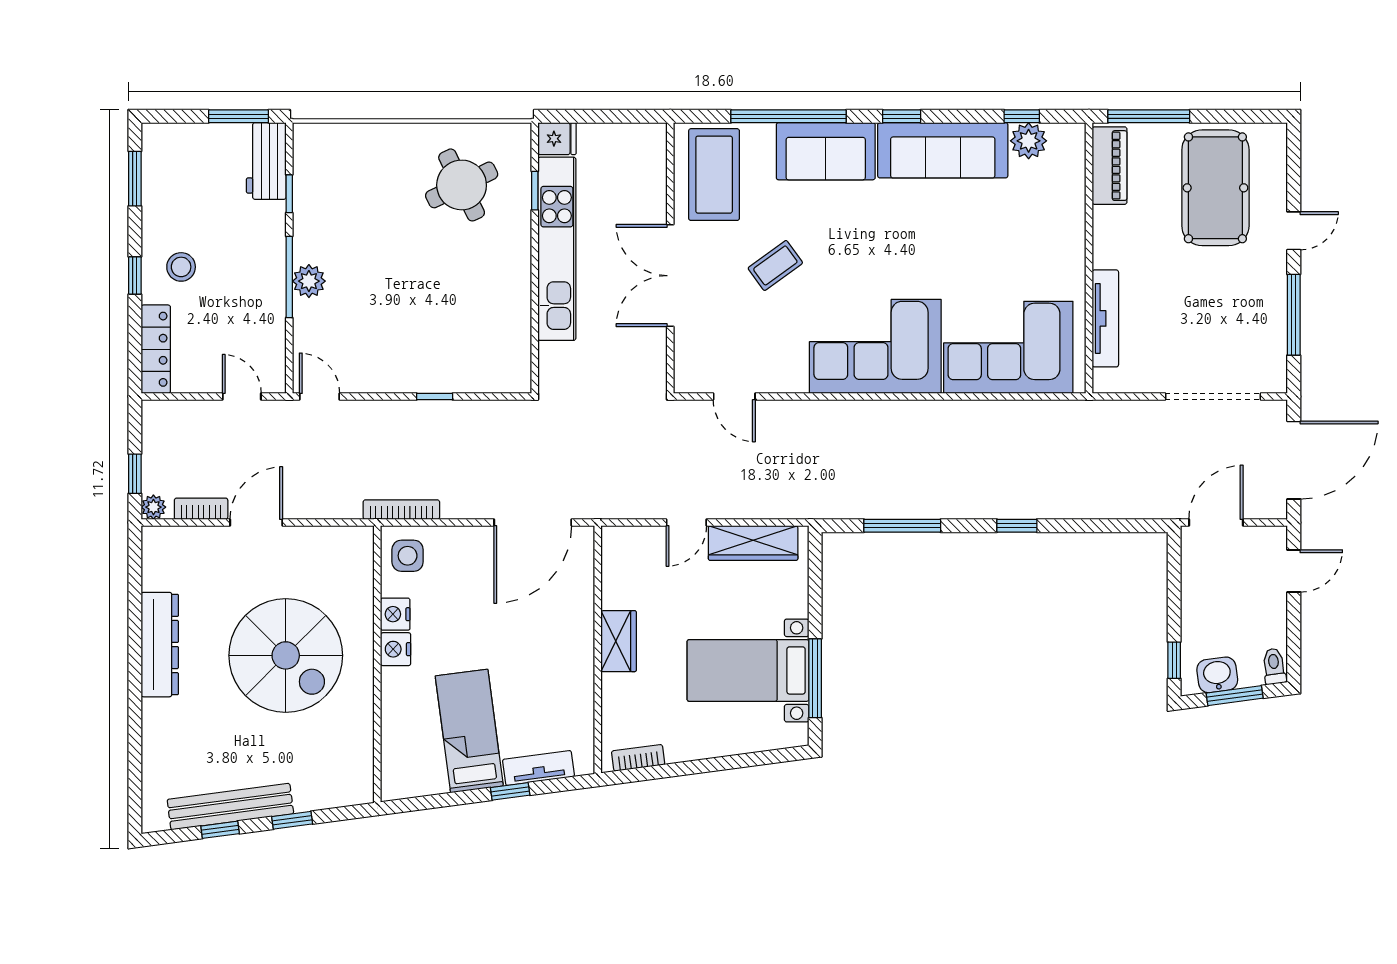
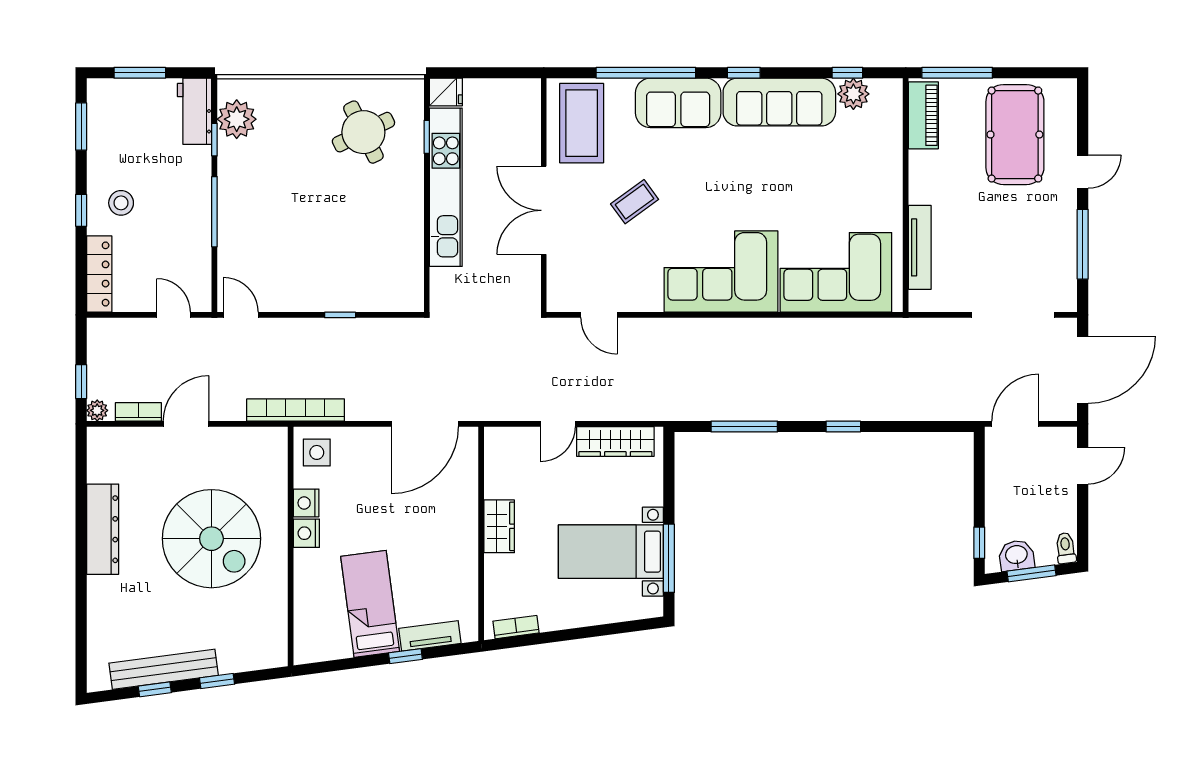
window: (238, 116) -> (140, 73), moved
plant: (309, 281) -> (237, 119), moved, width x1.36, depth x1.36
bookcase: (401, 510) -> (296, 410), width x1.48, depth x1.31

